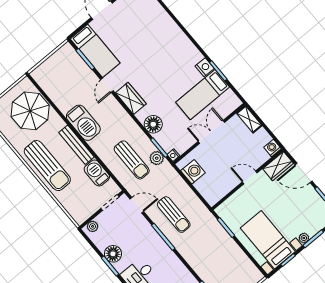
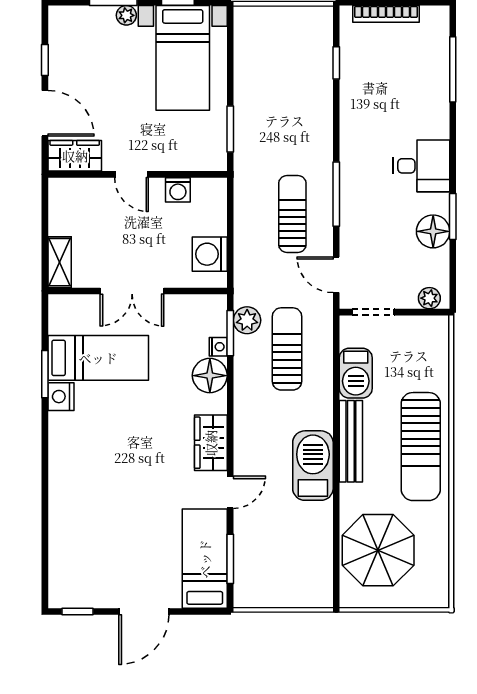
washing machine: (273, 148) -> (178, 190), moved
nightstand: (173, 155) -> (218, 347), moved
sun lounger: (47, 166) -> (421, 447), turned 180

